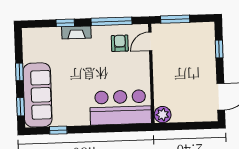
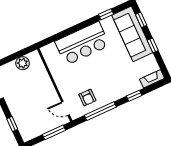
fireplace: (76, 32) -> (152, 79), moved
door: (150, 41) -> (65, 108), swing flipped
bar counter: (120, 107) -> (82, 43), moved
plant: (163, 115) -> (23, 63), moved

